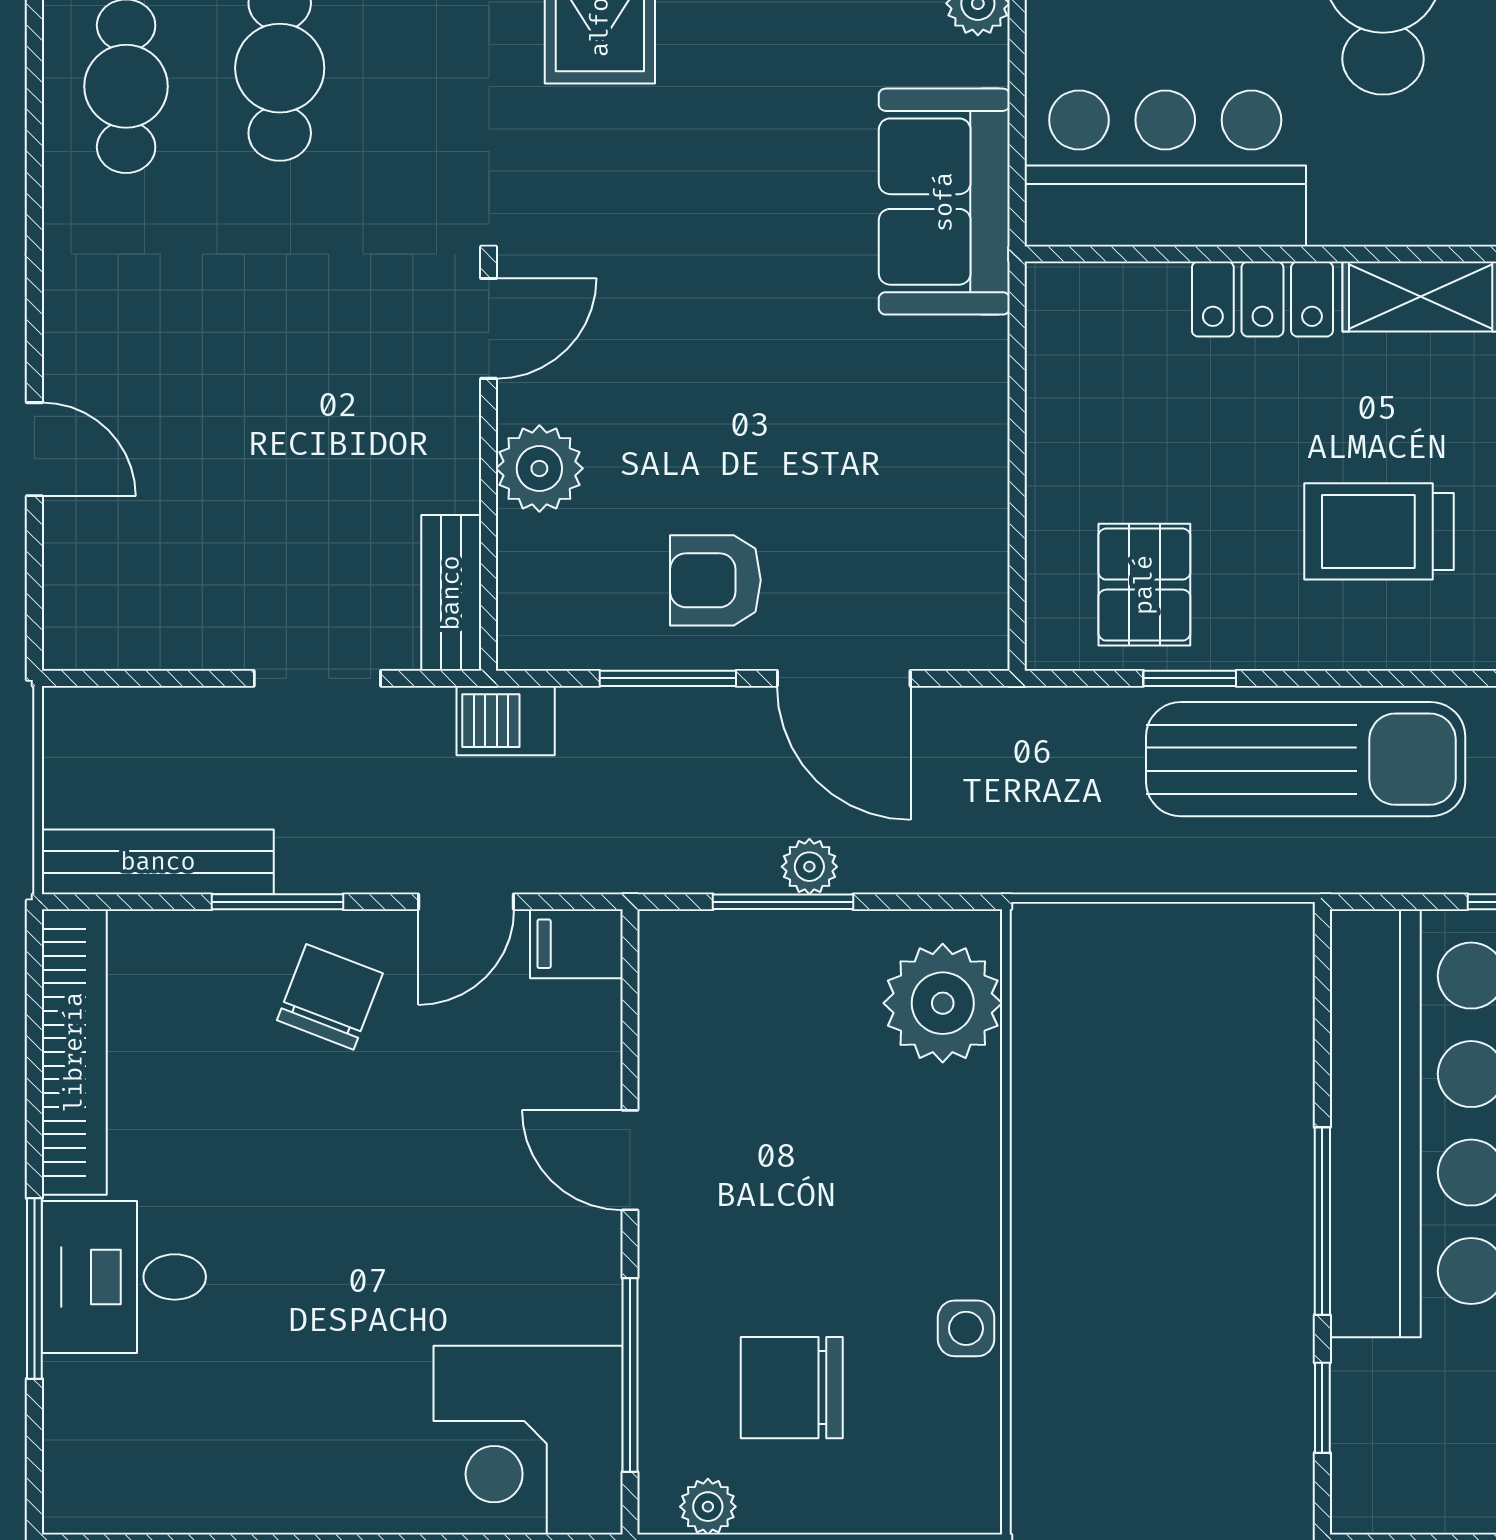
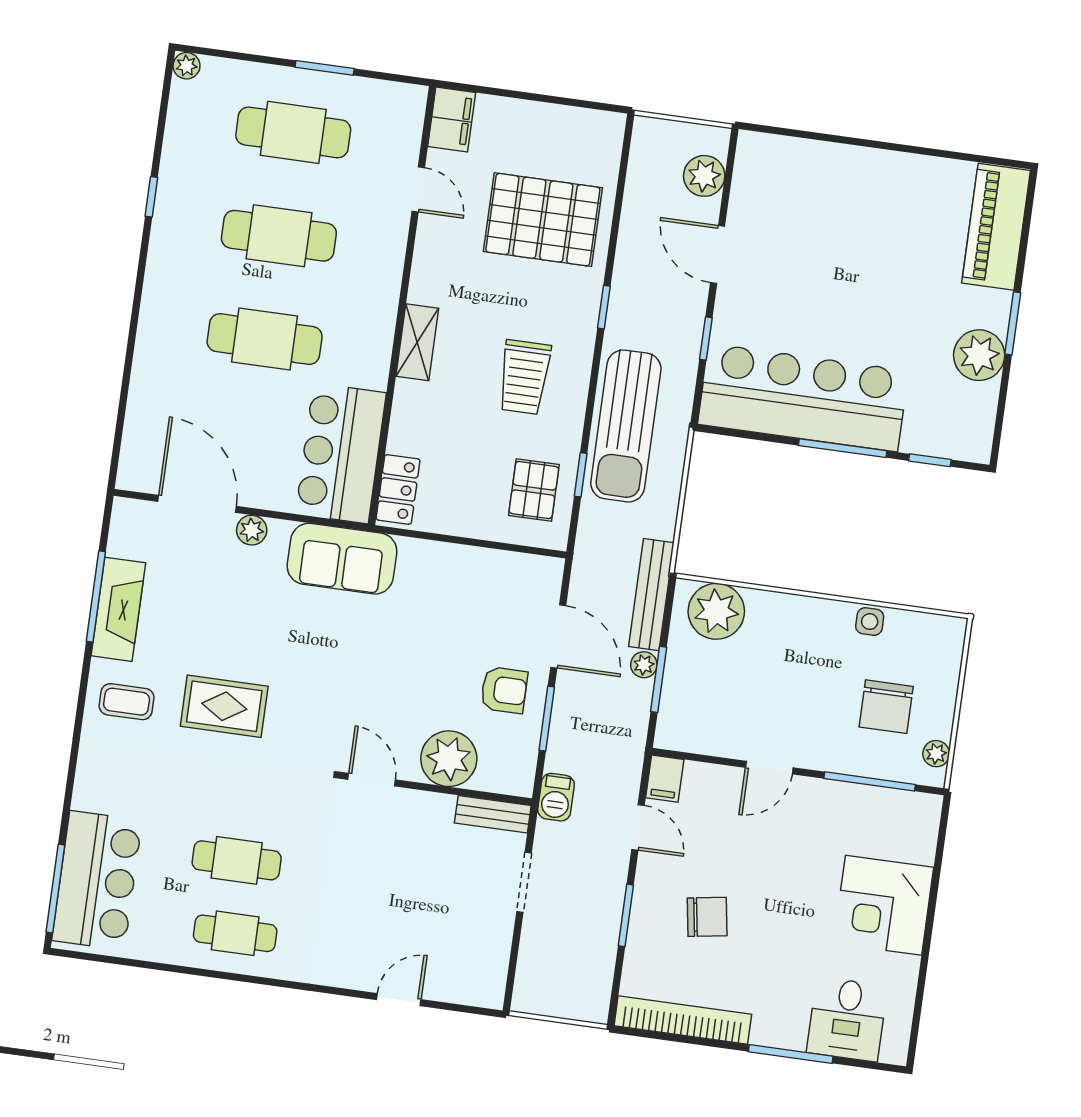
locker: (1262, 299) -> (398, 489), moved
plant: (539, 468) -> (449, 759), width x1.36, depth x1.36
armchair: (715, 580) -> (504, 690), turned -90
pallet: (1144, 585) -> (534, 490), turned 90
door: (844, 678) -> (558, 636), hinge flipped
sun lounger: (1306, 759) -> (626, 426), turned 180
bench: (158, 862) -> (651, 595), moved
chair: (330, 997) -> (707, 917), moved, turned 150
desk: (124, 1277) -> (847, 1019), moved
corner desk: (528, 1440) -> (884, 905), moved, turned 90

